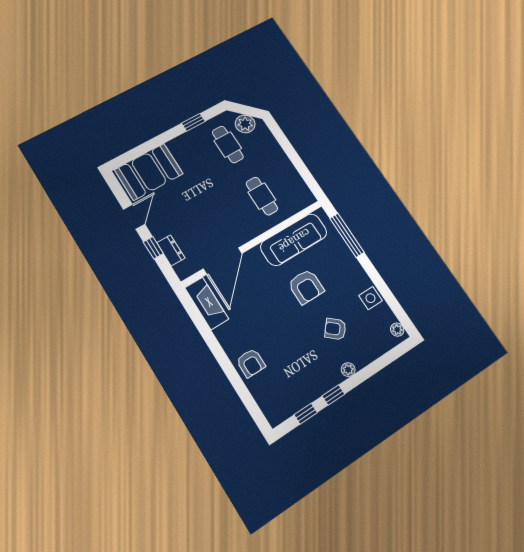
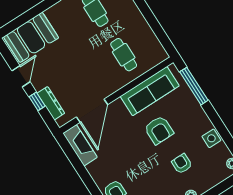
dresser: (171, 250) -> (51, 103), width x1.44
armchair: (335, 329) -> (182, 164), turned 49

